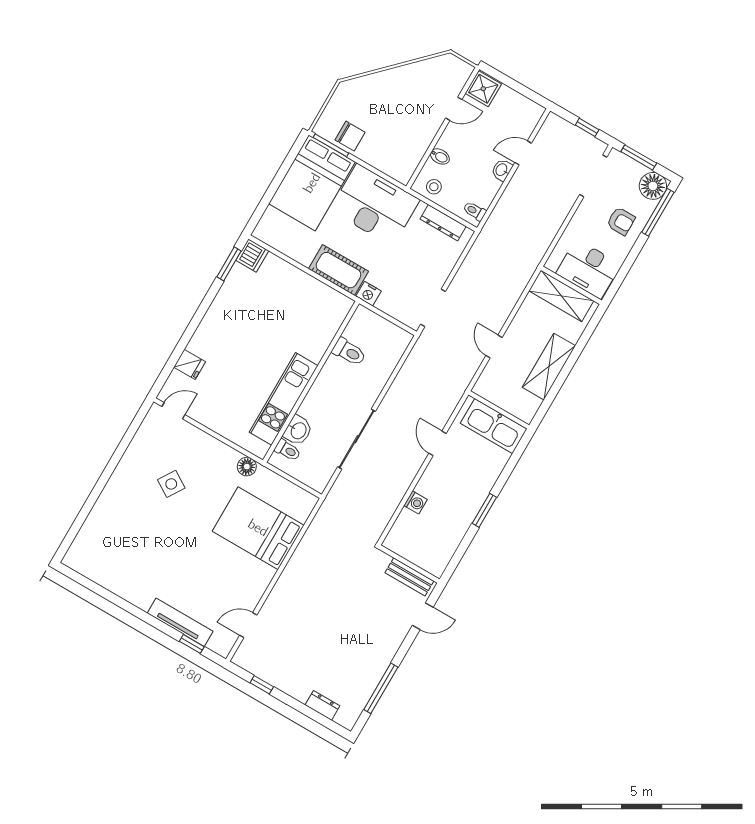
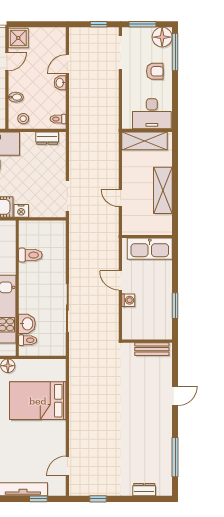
dresser: (443, 223) -> (47, 138), width x0.70
washing machine: (416, 502) -> (128, 300), moved
wall: (409, 564) -> (147, 341), moved
bench: (409, 577) -> (152, 349), moved

